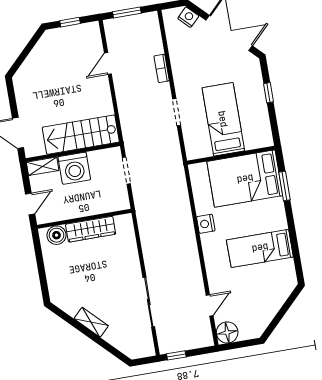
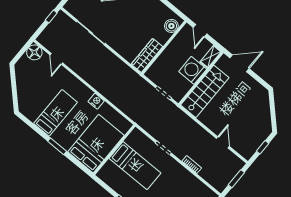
window: (284, 186) -> (57, 146), moved
wardrobe: (91, 229) -> (147, 55), moved

